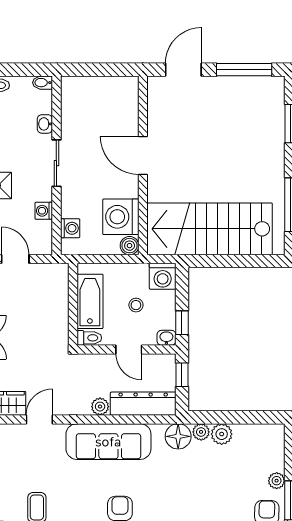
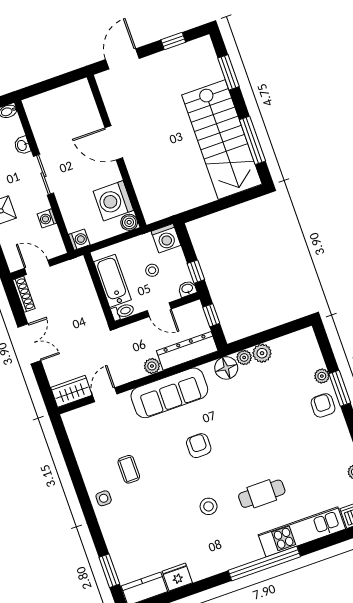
window: (244, 70) -> (173, 41), width x0.46
washing machine: (70, 228) -> (79, 240), moved
stairs: (210, 229) -> (222, 140), moved, turned -90

